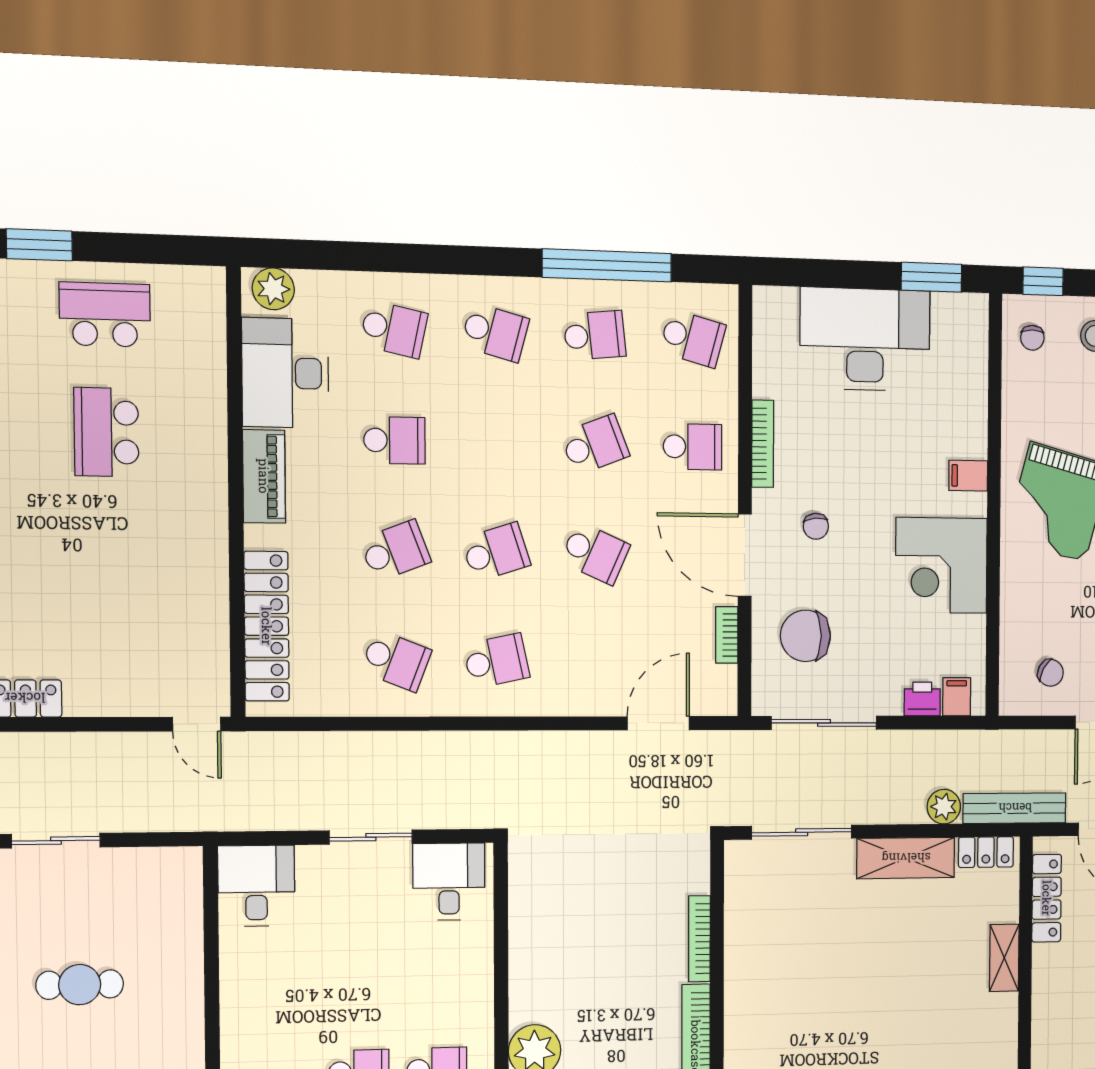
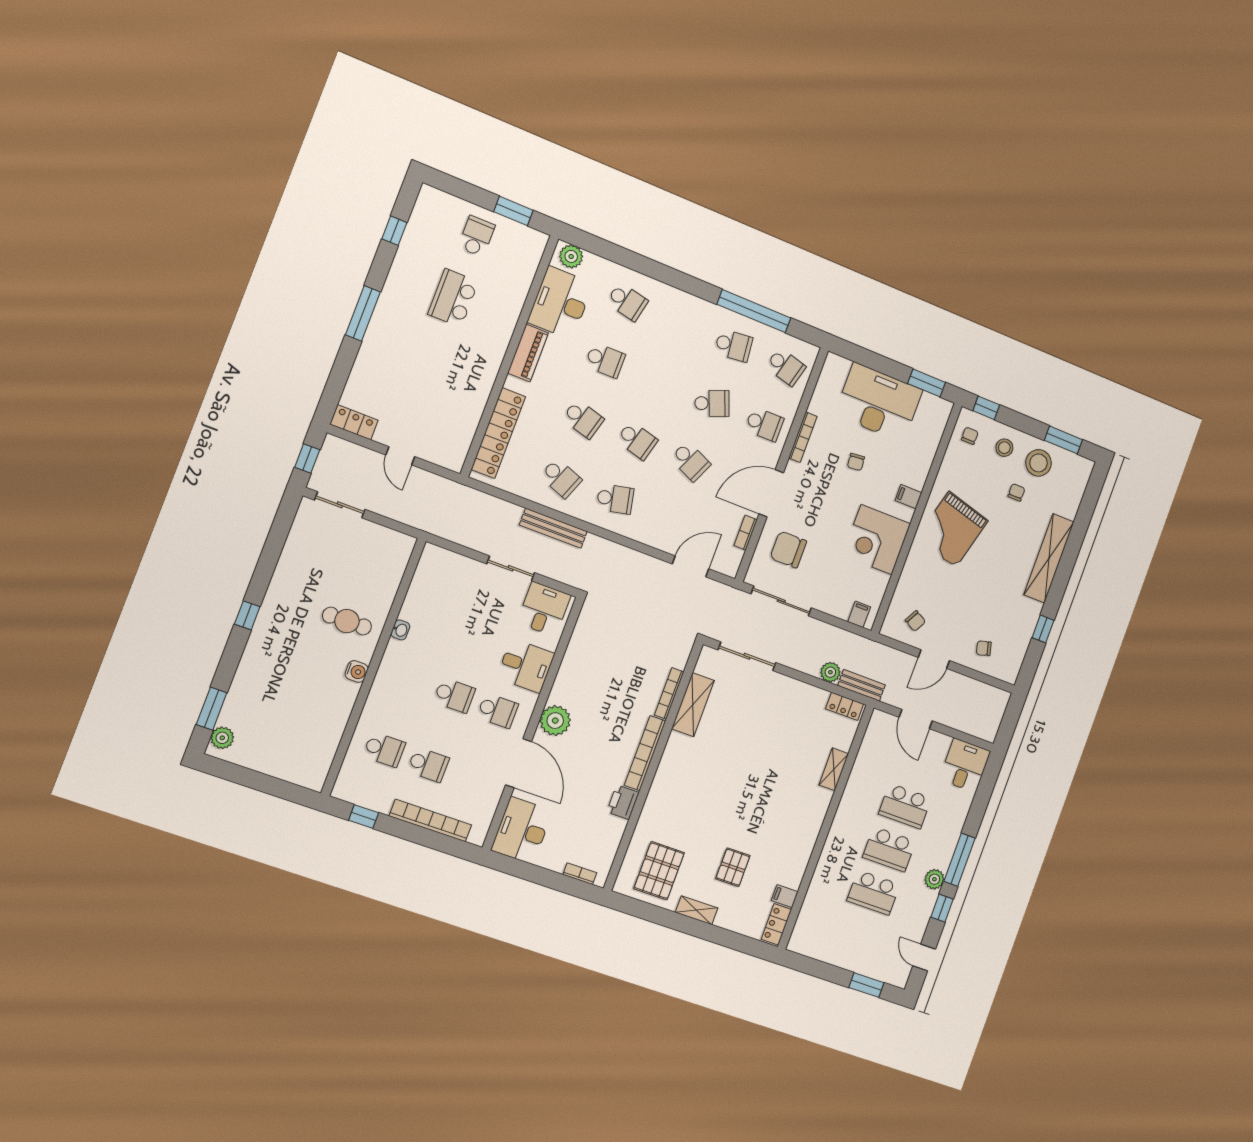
window: (39, 245) -> (513, 211), moved
school desk: (105, 315) -> (477, 236), width x0.54
school desk: (495, 332) -> (681, 324), removed
chair: (1032, 338) -> (970, 436), turned 180
chair: (816, 526) -> (856, 462), moved
school desk: (395, 551) -> (583, 419), turned 36
school desk: (496, 552) -> (637, 440), turned 33
door: (745, 555) -> (771, 493), hinge flipped
printer: (922, 699) -> (840, 608), removed
door: (197, 724) -> (400, 456), moved
bench: (415, 747) -> (553, 528), added
bench: (1015, 808) -> (862, 685), width x0.73
shelving: (906, 858) -> (693, 705), moved, turned 90
desk: (256, 886) -> (526, 666), moved, turned 90
locker: (1047, 898) -> (869, 745), removed
cafe table: (80, 985) -> (347, 621), moved
washbasin: (232, 1003) -> (400, 630), added

